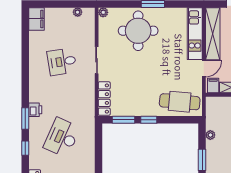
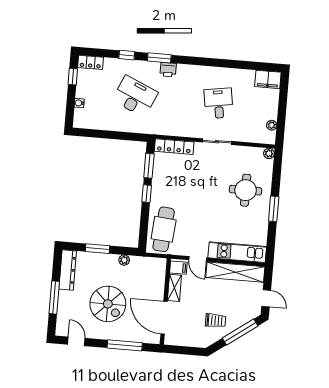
round table: (138, 31) -> (246, 190), width x0.73, depth x0.73

